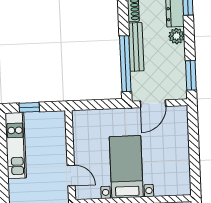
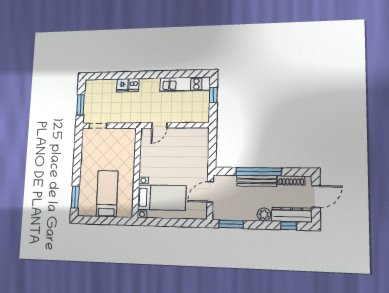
window: (125, 64) -> (258, 172), moved
door: (153, 104) -> (210, 192), hinge flipped
bed with nightstands: (126, 167) -> (162, 198), moved

